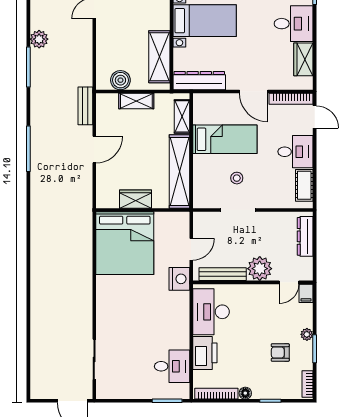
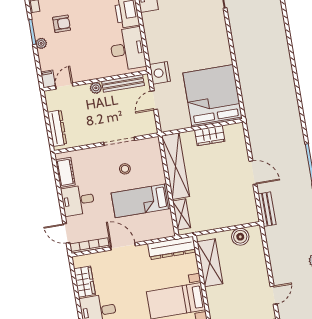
shelving: (136, 101) -> (223, 221), removed
door: (94, 150) -> (253, 173), swing flipped
plant: (260, 269) -> (96, 88), width x0.53, depth x0.53

